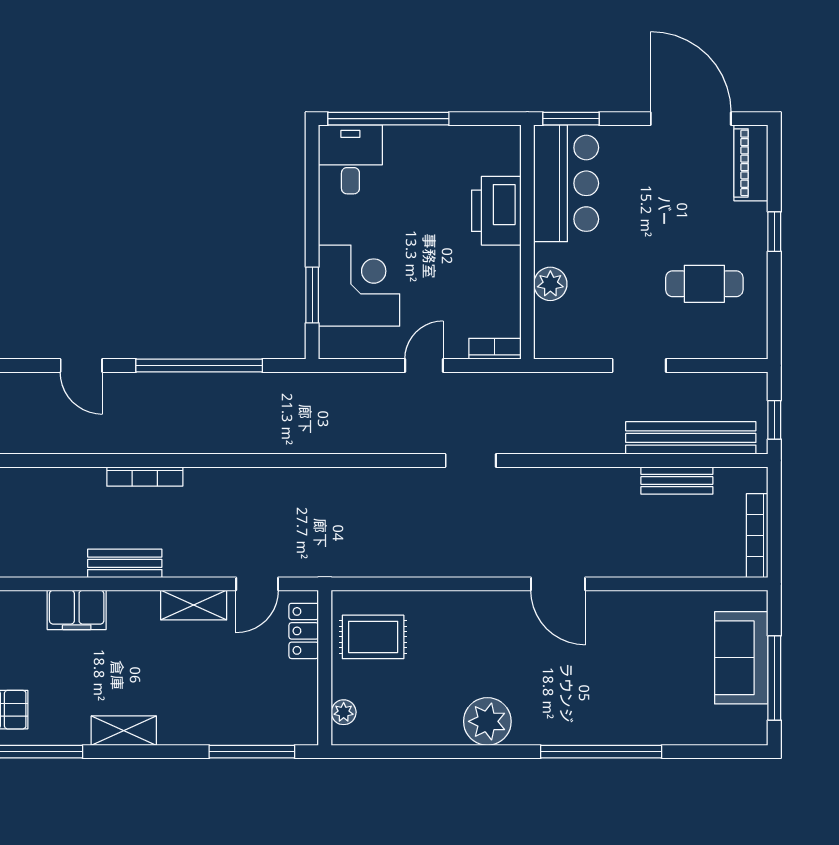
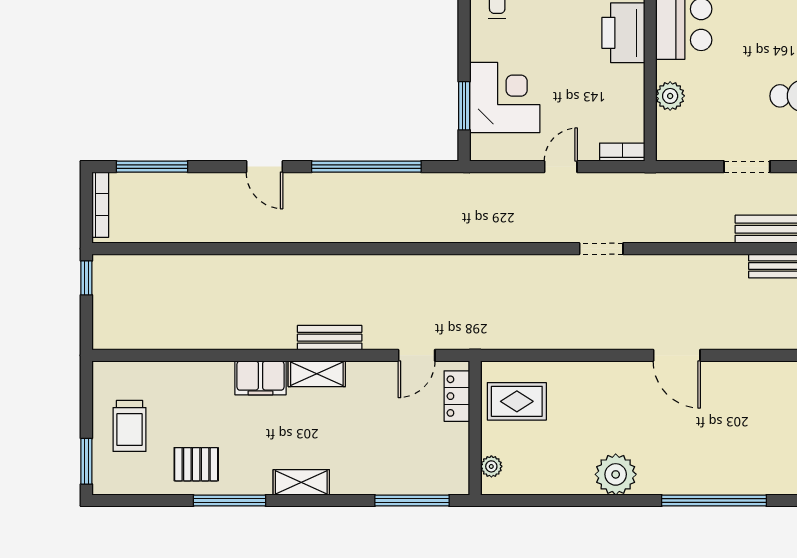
bookcase: (145, 477) -> (319, 263), removed
bench: (125, 563) -> (330, 338), moved
shelving: (194, 605) -> (317, 374), moved

